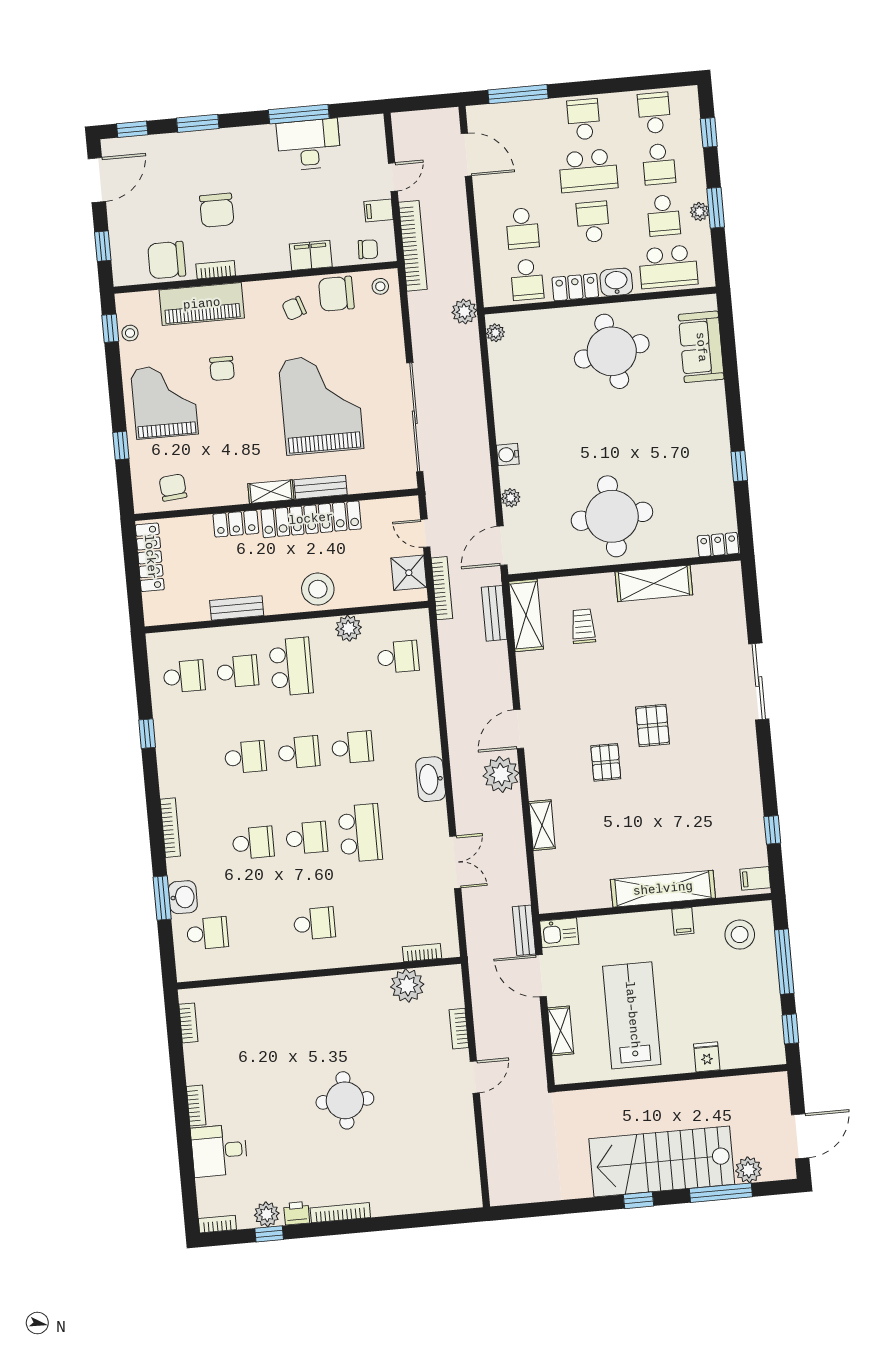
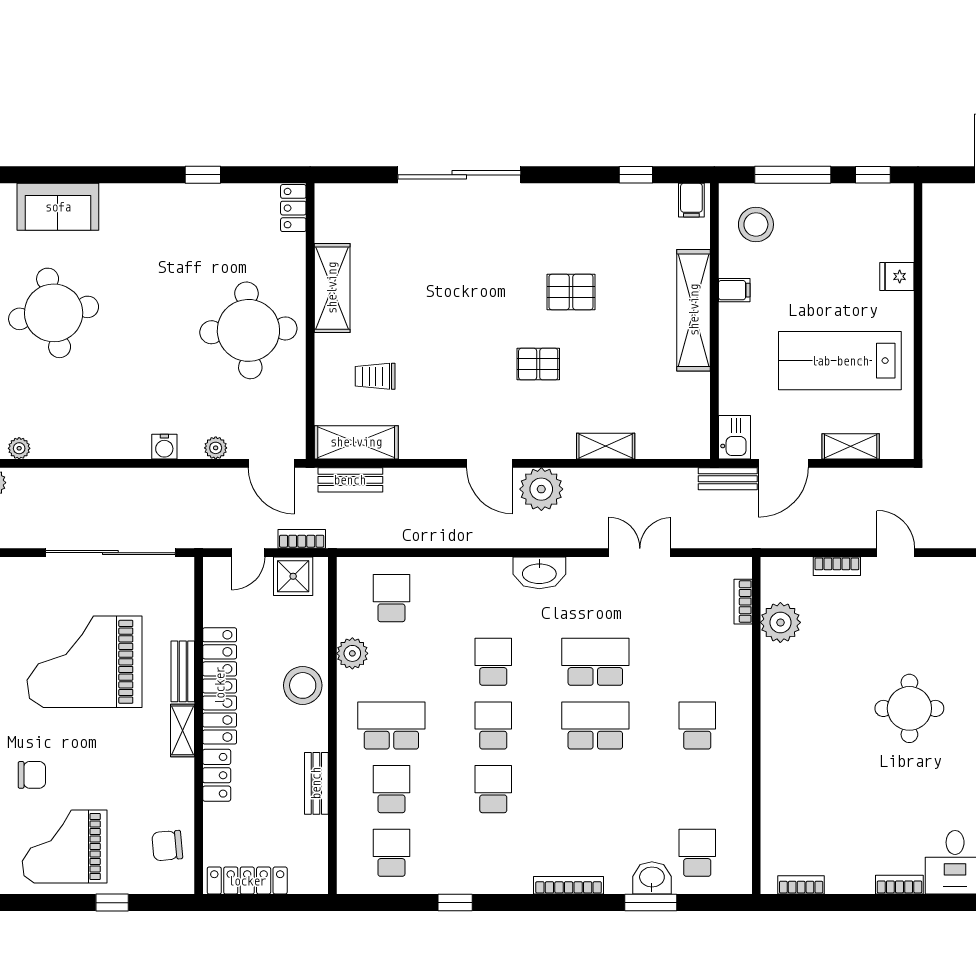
bookcase: (442, 588) -> (302, 539), width x0.64
sliding door: (759, 682) -> (459, 175), width x1.36
pallet: (653, 725) -> (571, 292), moved
school desk: (307, 838) -> (595, 725), width x1.85
school desk: (253, 843) -> (595, 789), removed

